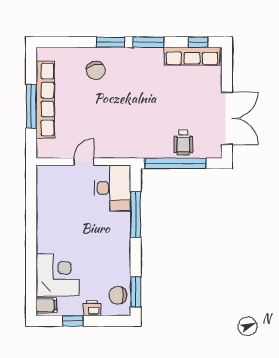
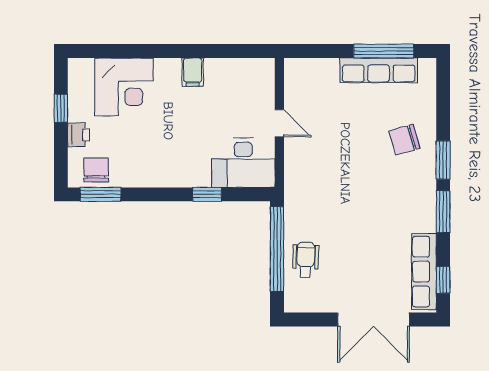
row of seats: (45, 100) -> (379, 70), width x0.73
window: (31, 106) -> (384, 51), moved
double door: (227, 118) -> (374, 320), moved
wheelchair: (183, 142) -> (306, 260), turned 92
window: (136, 214) -> (207, 194), width x0.46
filing cabinet: (46, 305) -> (193, 72), moved

